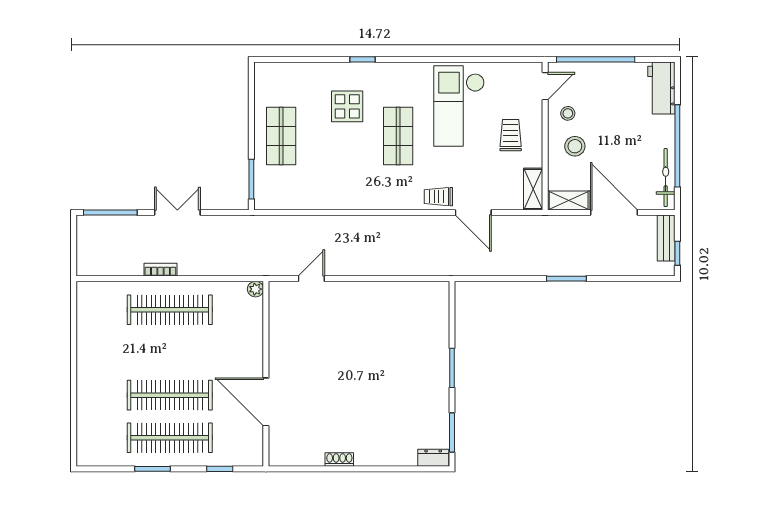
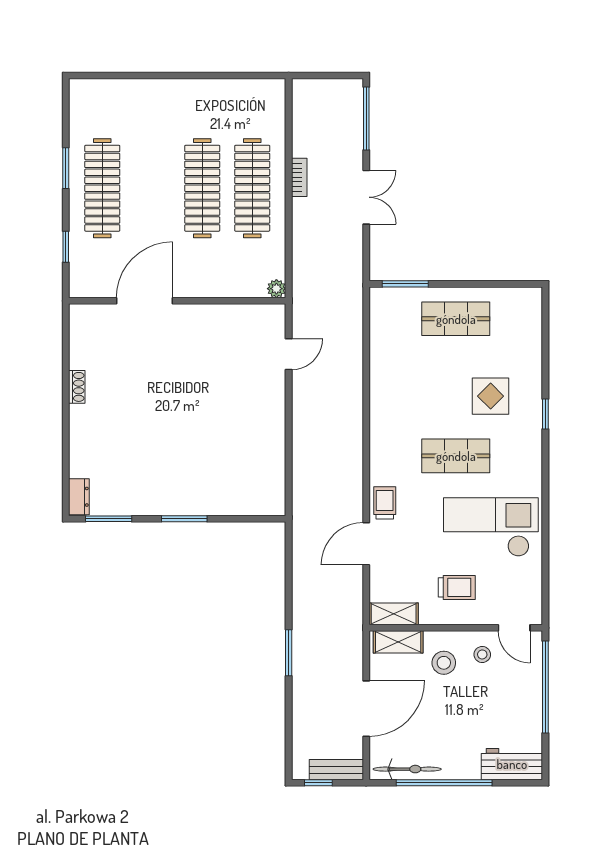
shelving: (569, 200) -> (398, 642), moved, turned 90
door: (311, 279) -> (289, 354), hinge flipped
clothes rail: (170, 395) -> (202, 188), moved

